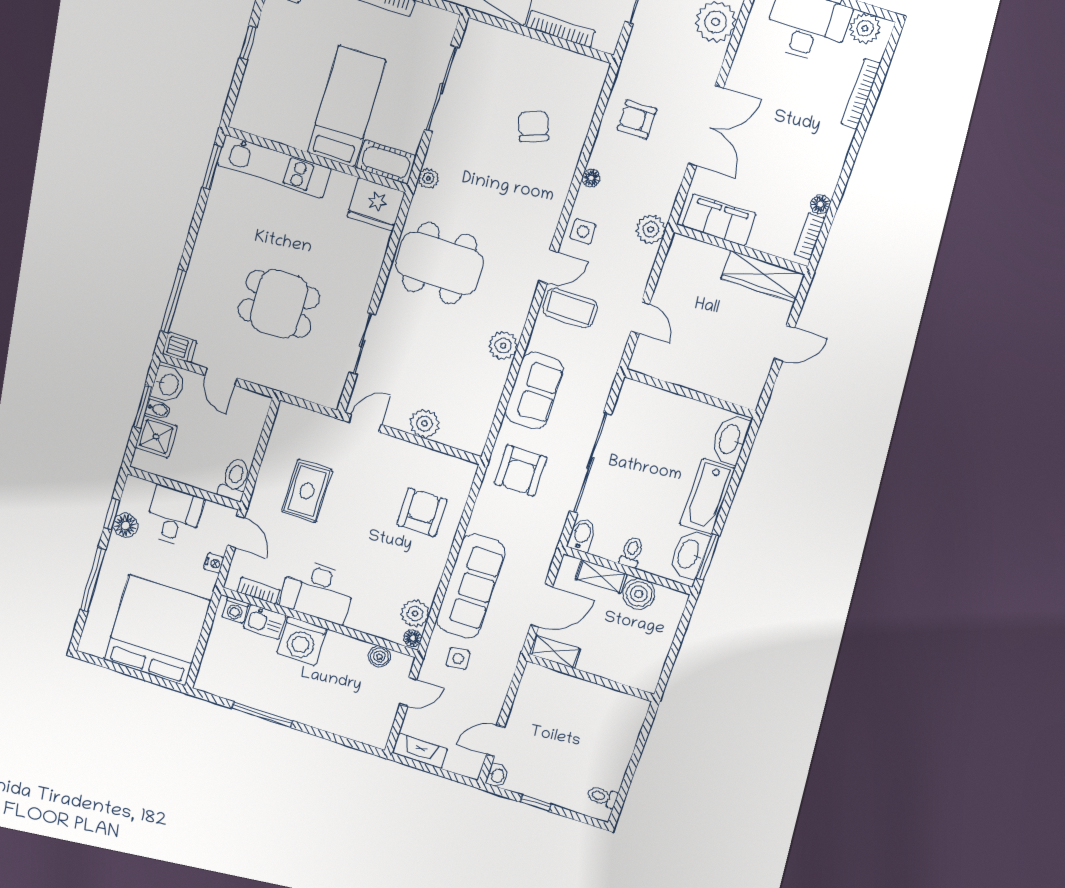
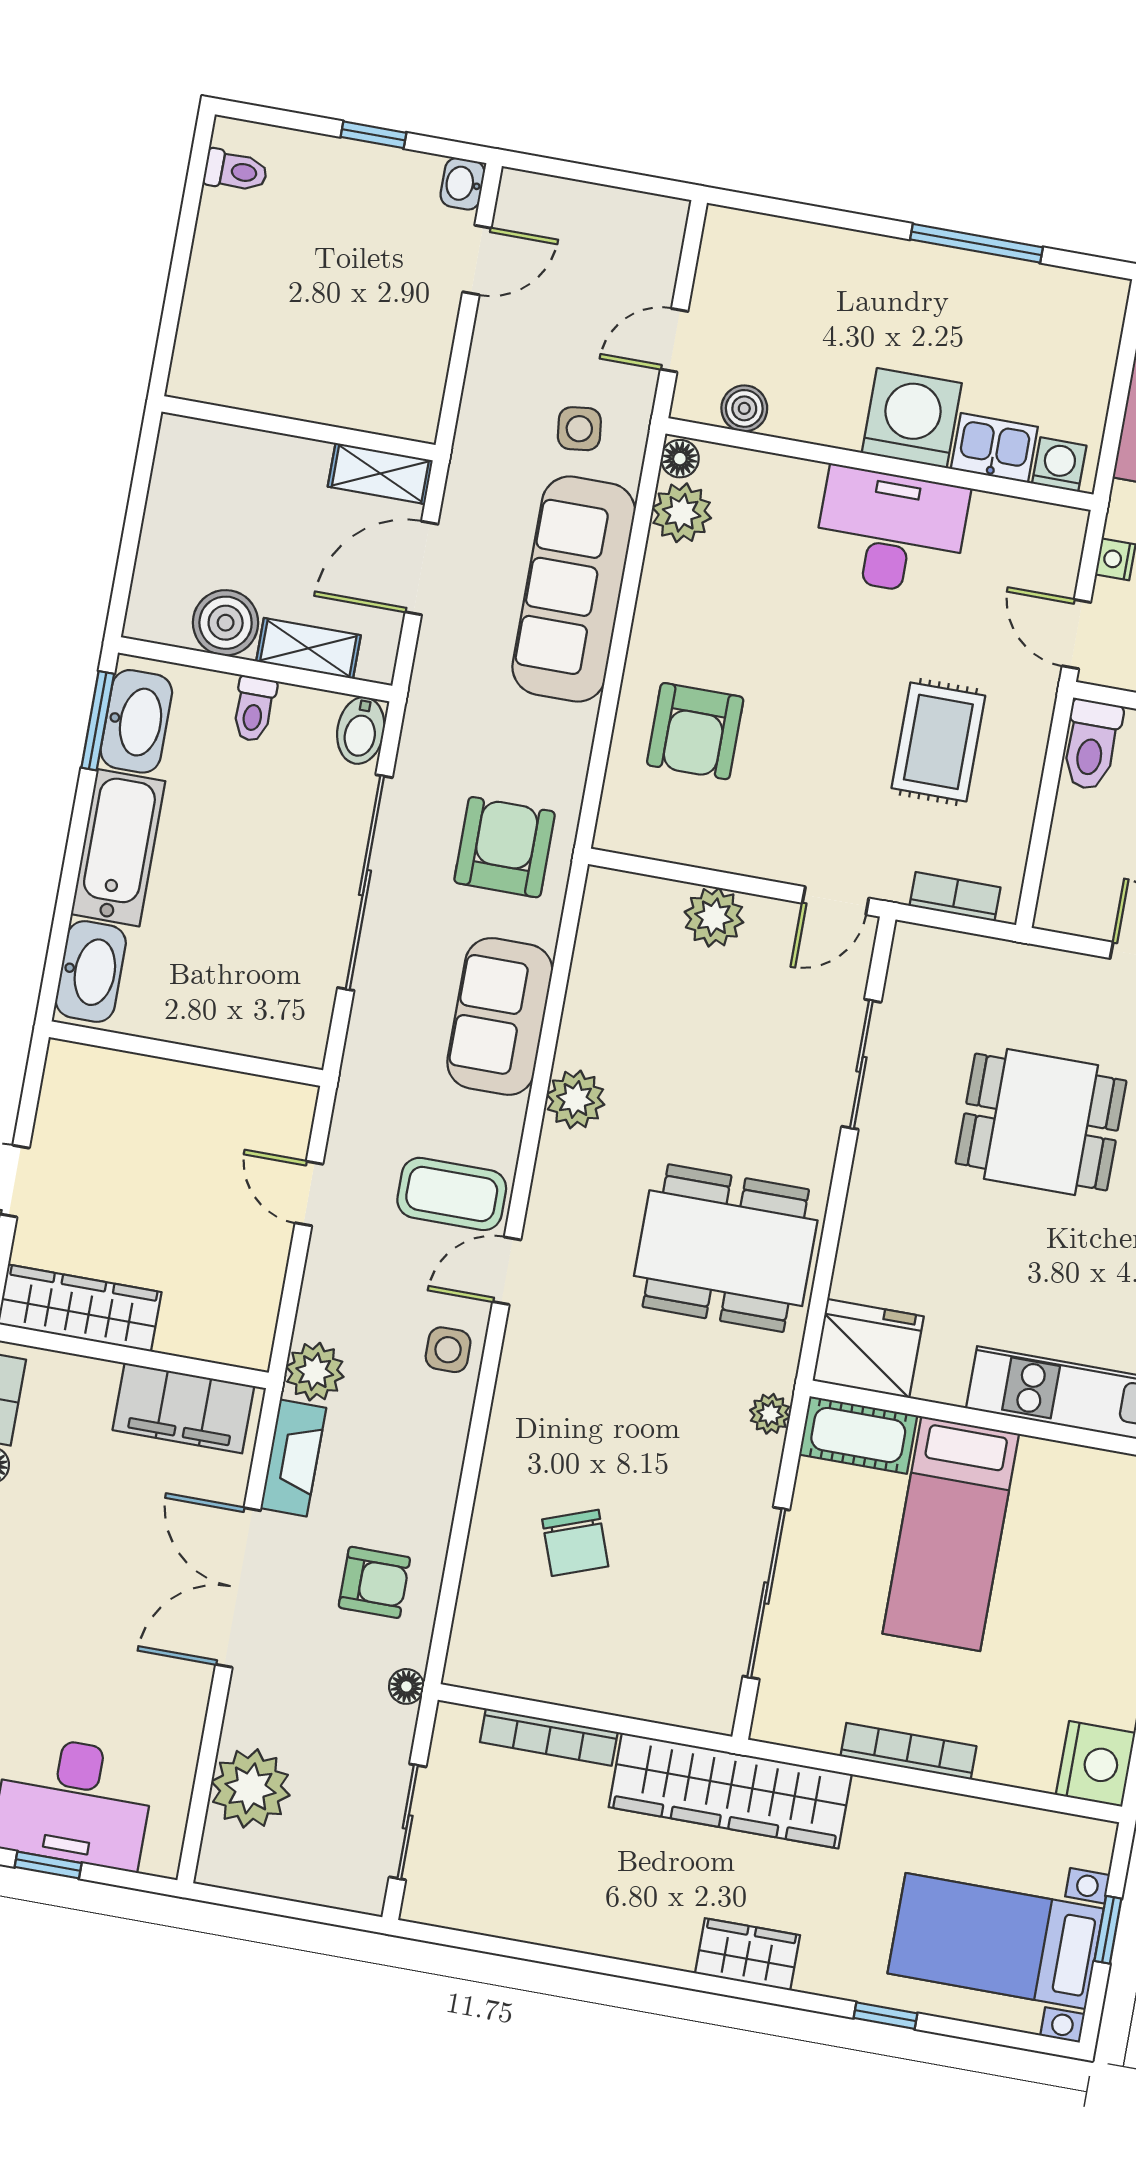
floor lamp: (591, 178) -> (406, 1686), moved
bookcase: (258, 591) -> (955, 897), moved, turned 180
fireplace: (420, 751) -> (293, 1458), moved, turned -90

